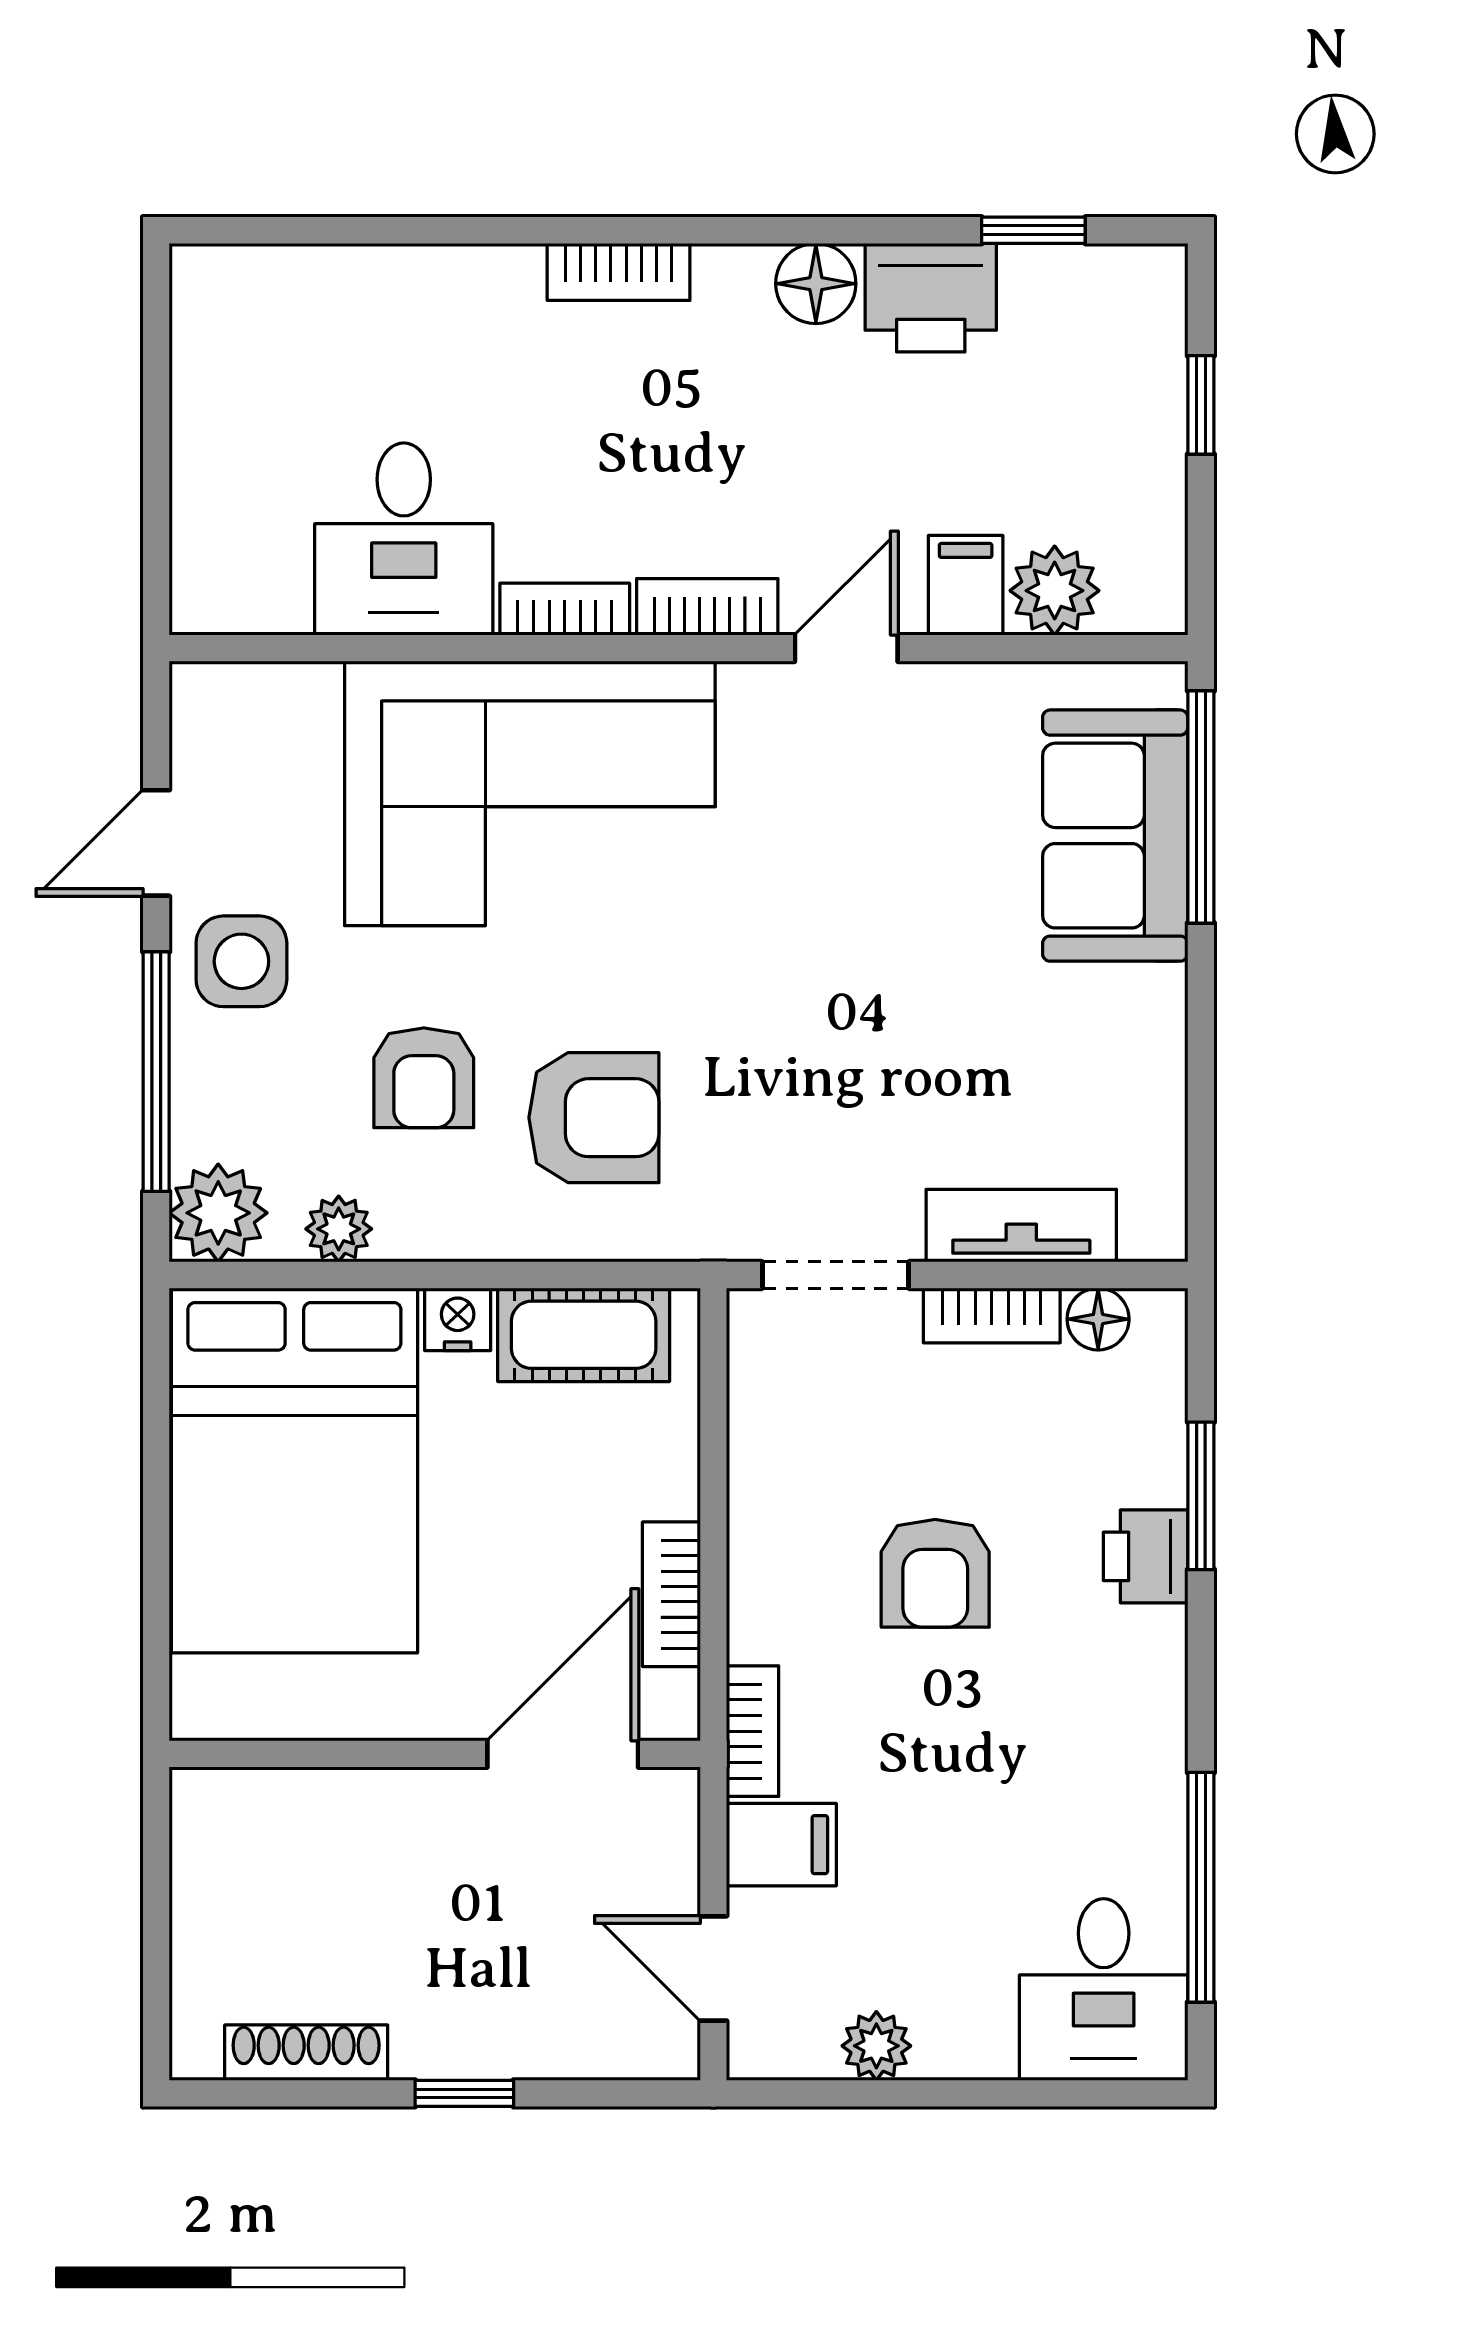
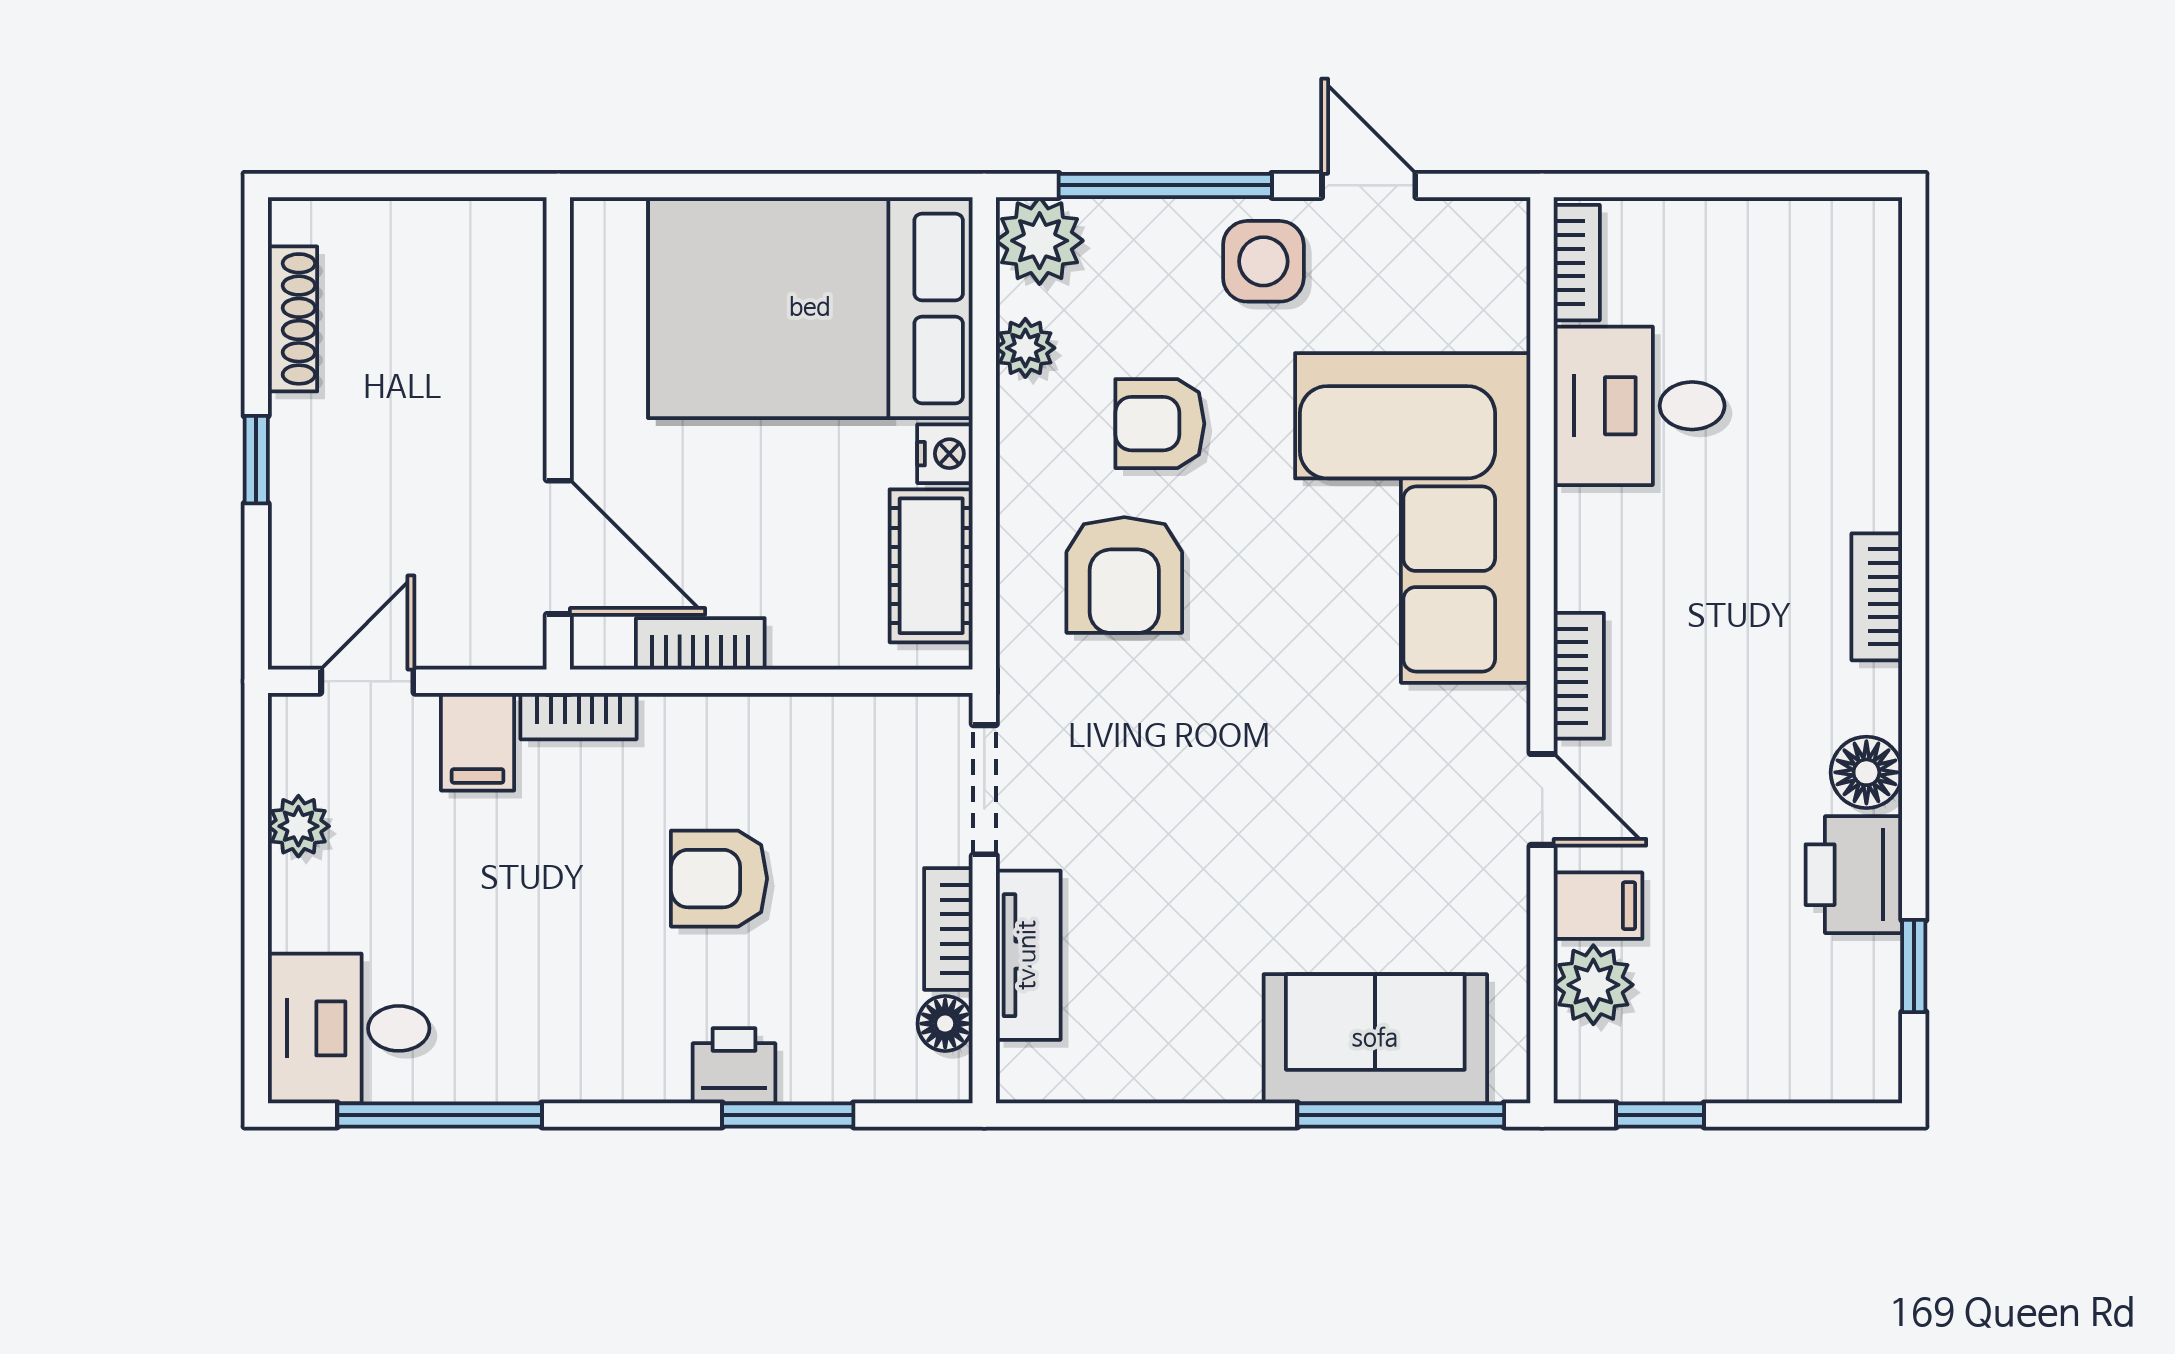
window: (1201, 405) -> (1660, 1115), moved
bookcase: (565, 609) -> (1577, 263), moved

